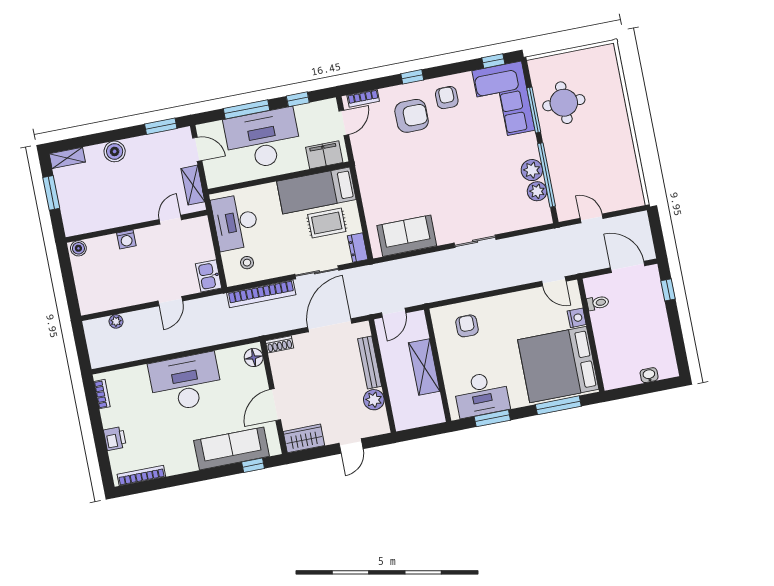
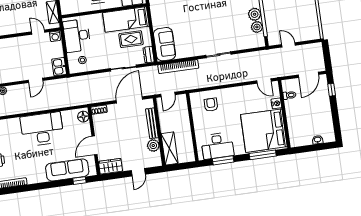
door: (170, 220) -> (38, 32), hinge flipped
sofa: (407, 236) -> (165, 44), moved, turned 90
washing machine: (126, 239) -> (55, 36), moved
door: (628, 267) -> (308, 75), swing flipped
bookcase: (261, 294) -> (178, 67), moved
shelving: (424, 367) -> (170, 148), moved

